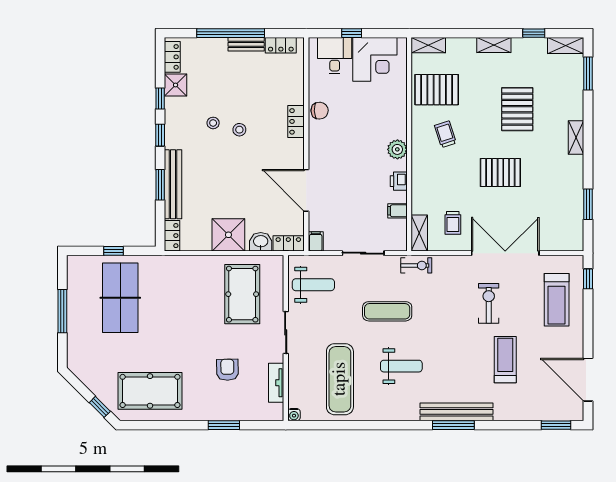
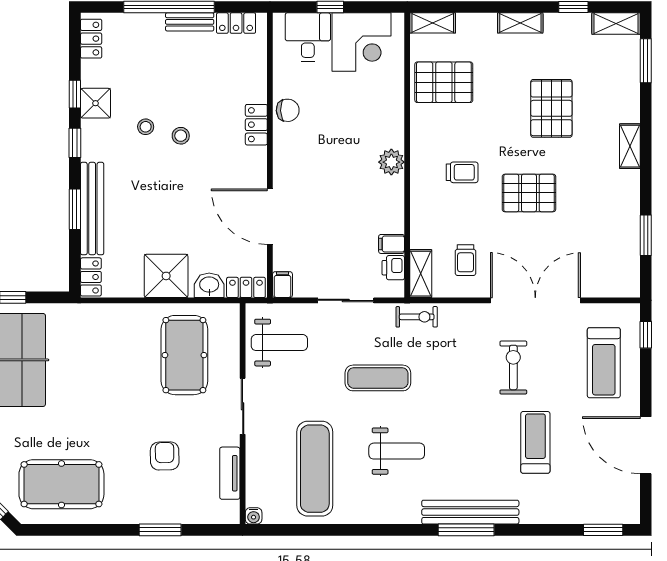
shower: (176, 85) -> (96, 103), moved
trolley: (445, 134) -> (462, 172), moved, turned 108
printer: (399, 181) -> (393, 268), moved
door: (588, 380) -> (646, 445), moved

